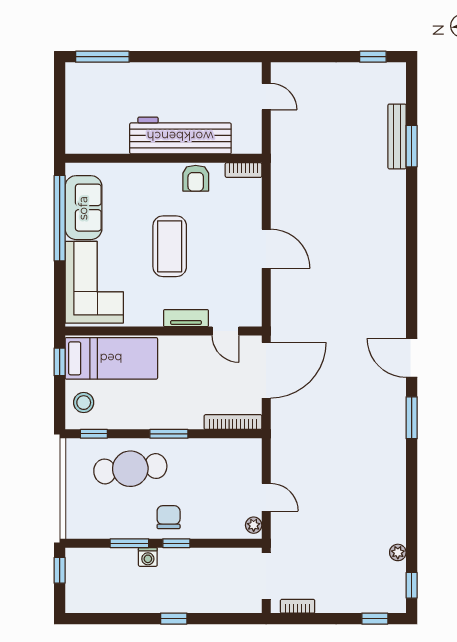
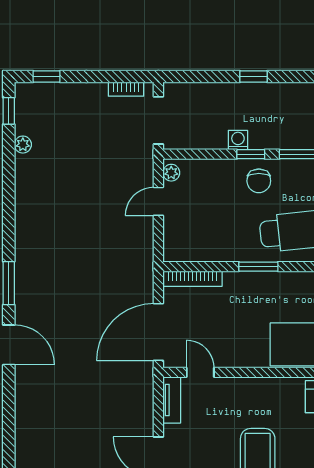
tv unit: (186, 318) -> (172, 400), moved, turned -90
door: (266, 497) -> (158, 201), hinge flipped
washing machine: (148, 557) -> (238, 140), moved

